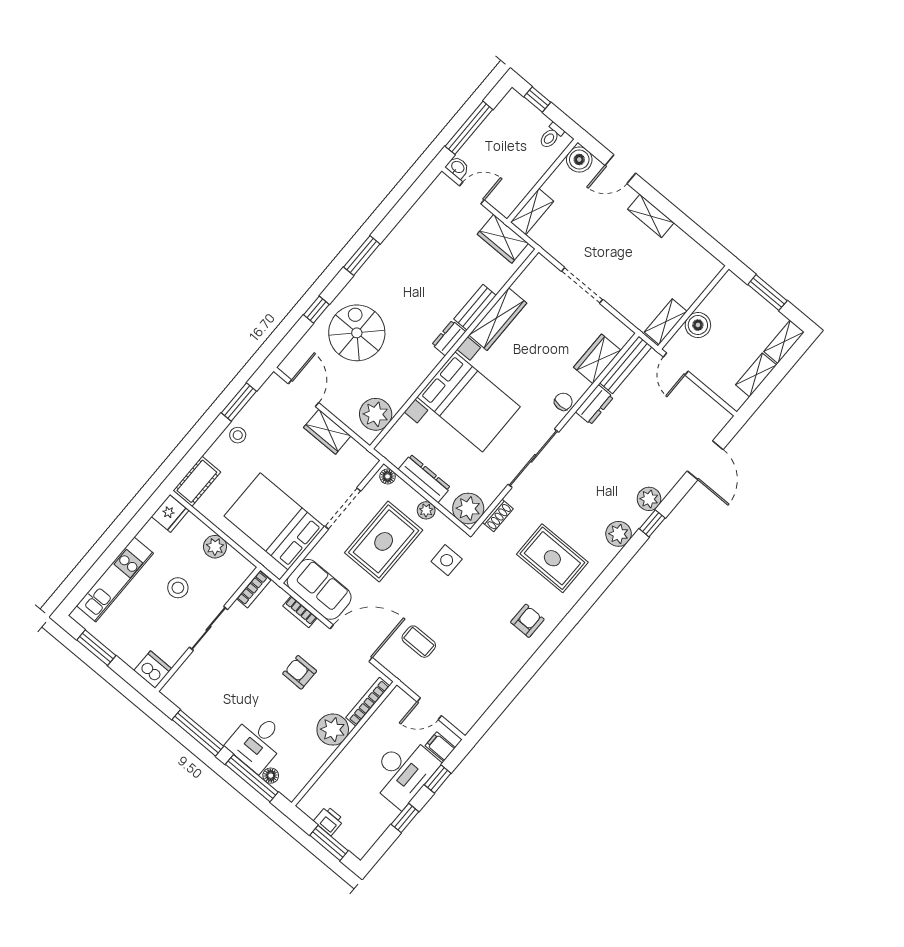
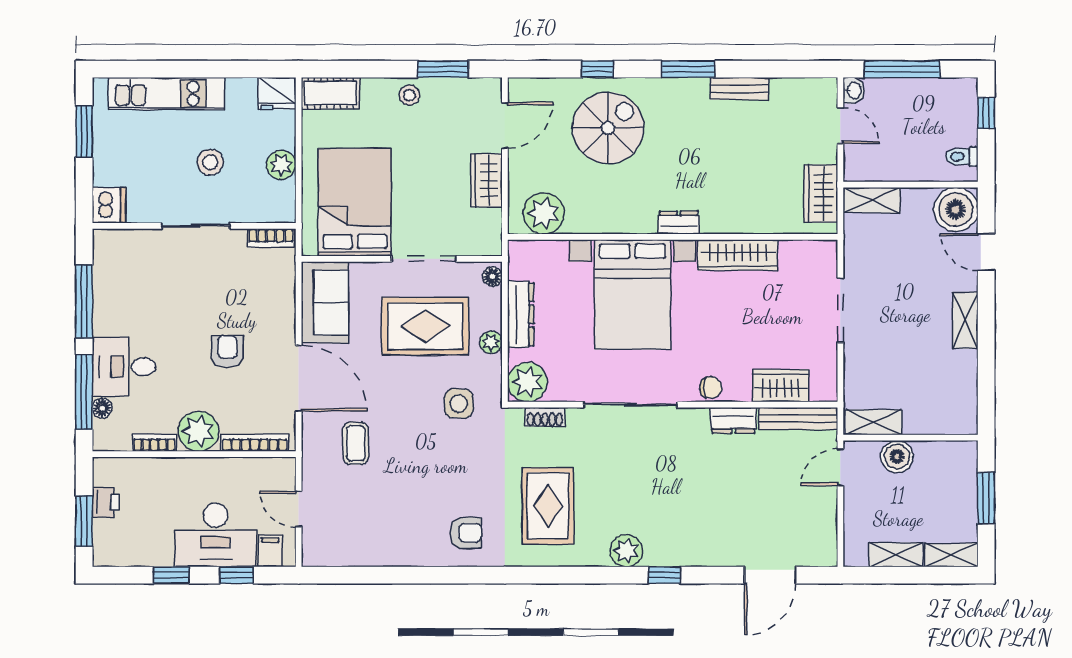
boiler: (579, 160) -> (956, 209), width x1.37, depth x1.37
bench: (475, 307) -> (739, 88), moved
plant: (649, 499) -> (686, 552), removed
bookcase: (300, 612) -> (154, 443), moved, turned 90

